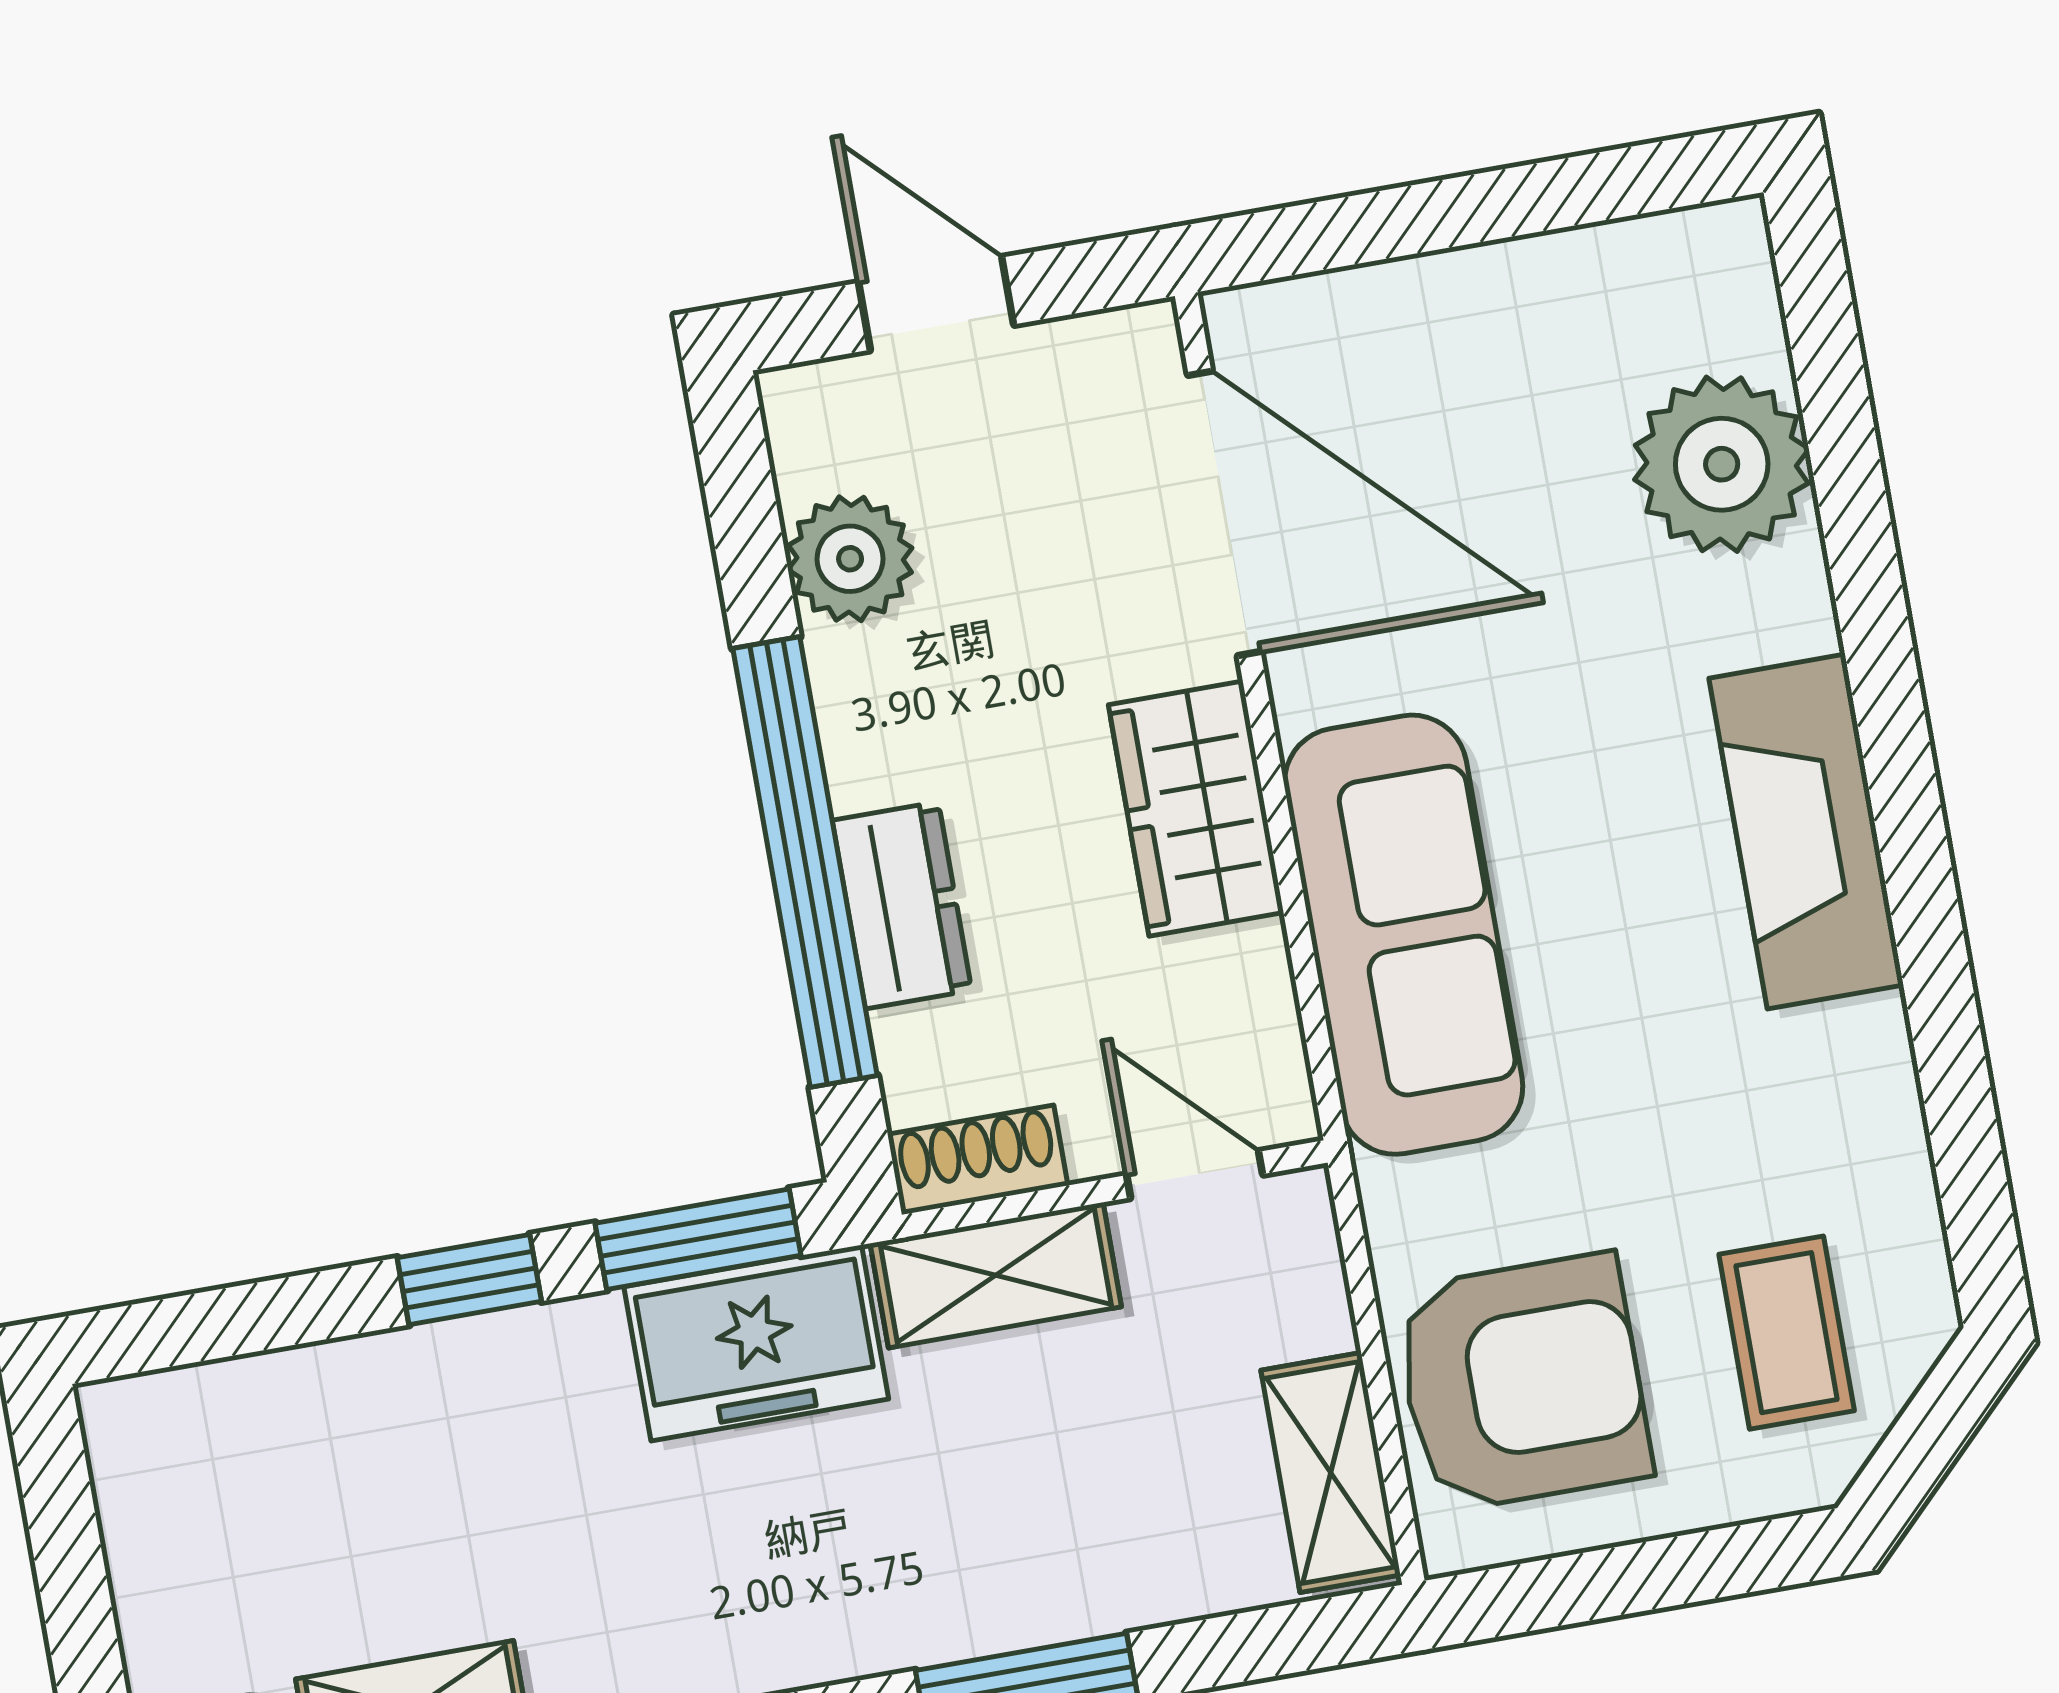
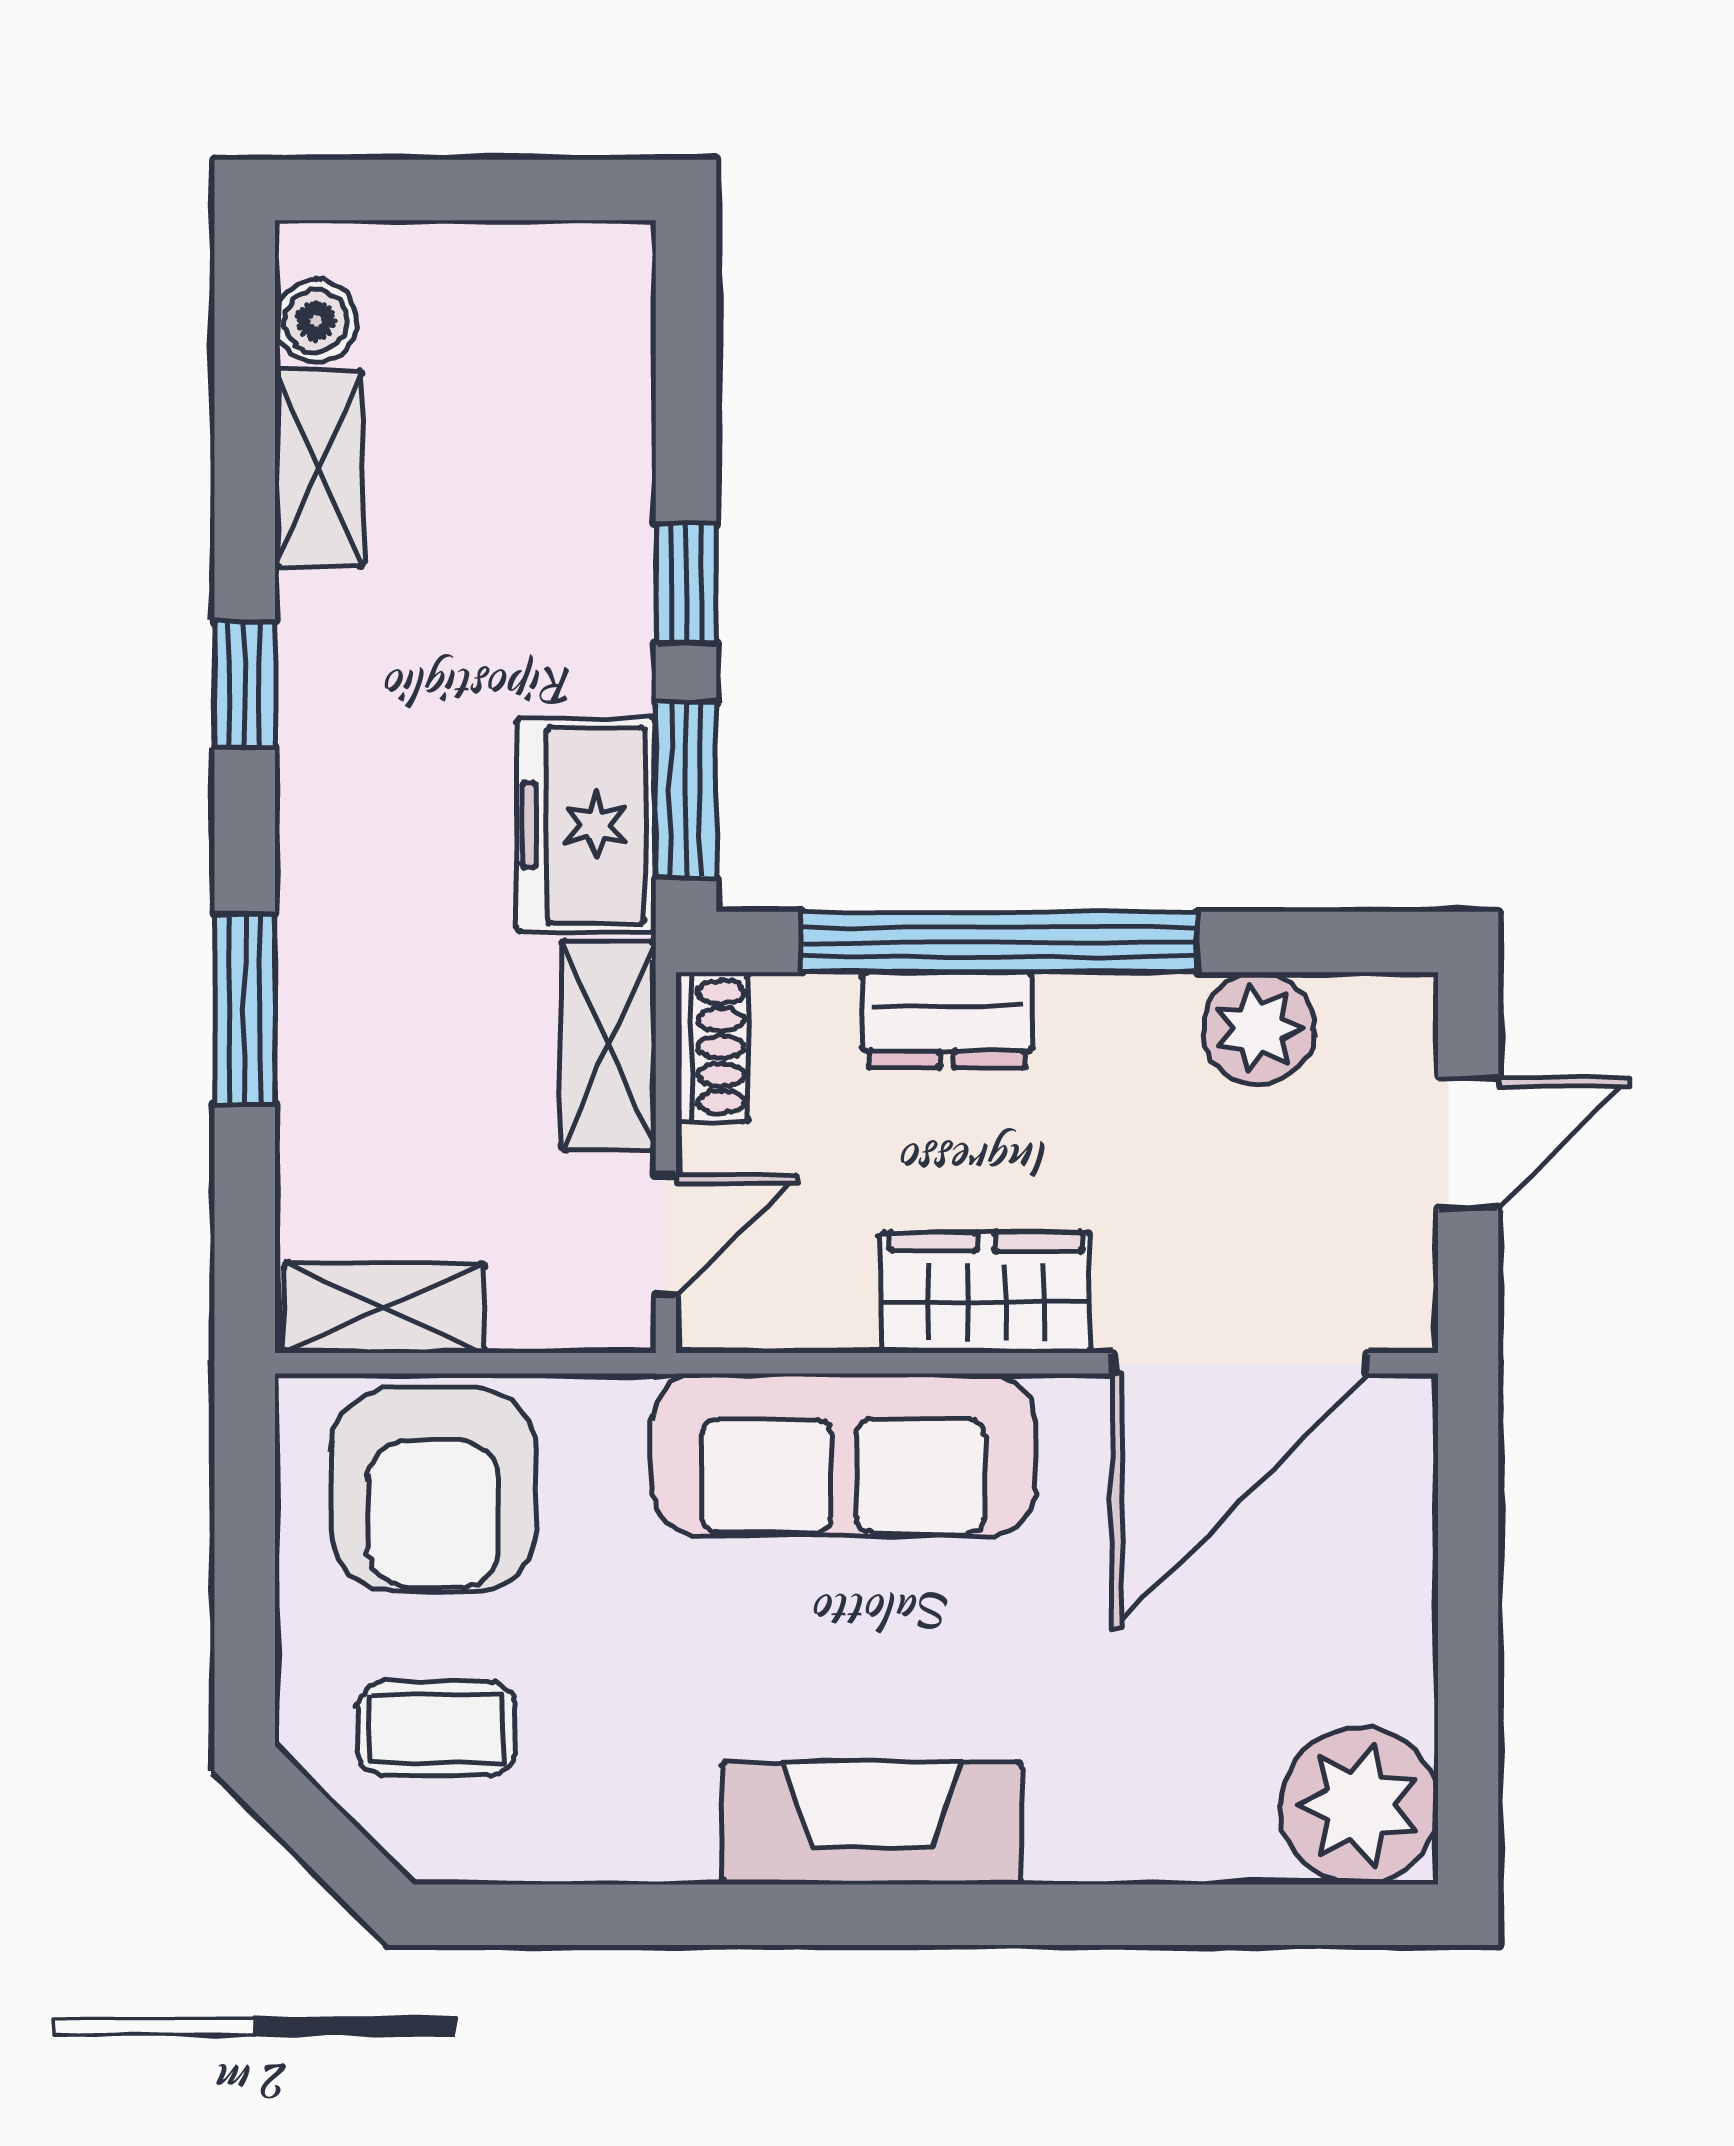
plant: (1722, 464) -> (1359, 1806), moved

